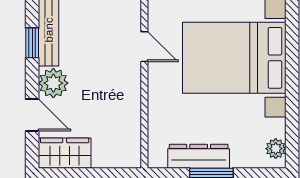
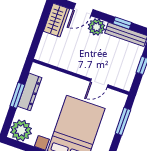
plant: (276, 149) -> (21, 130), width x1.88, depth x1.88

